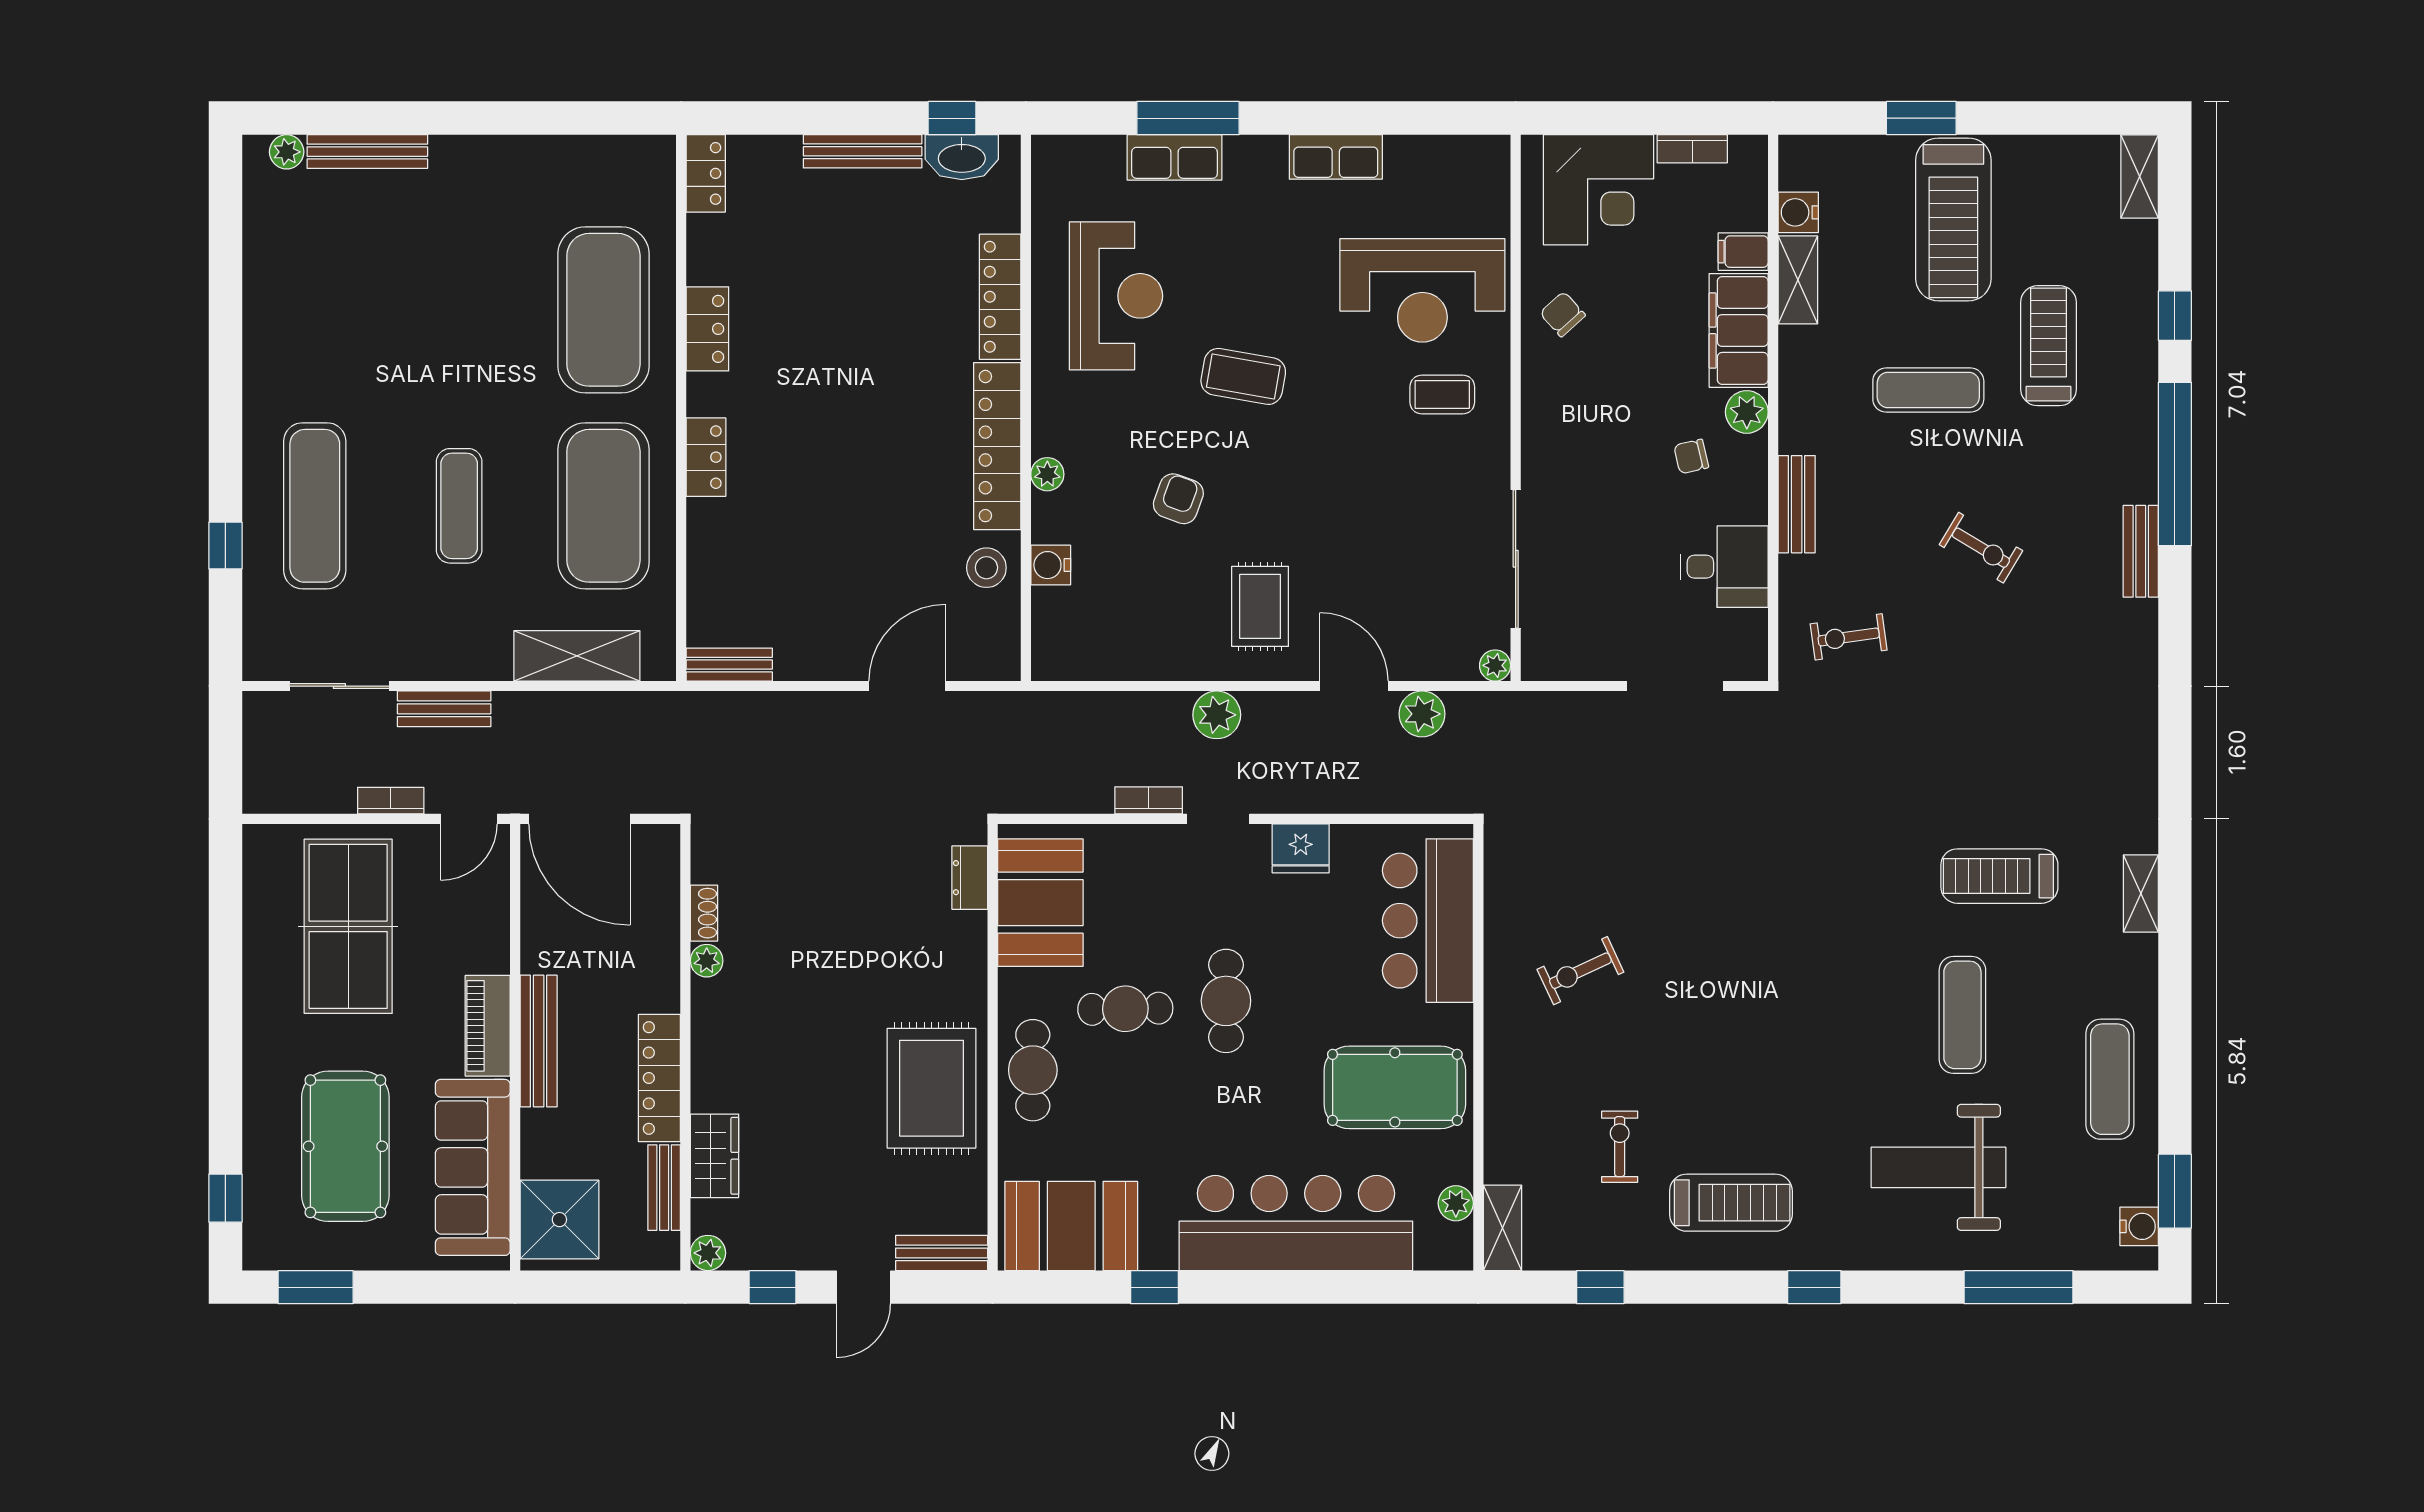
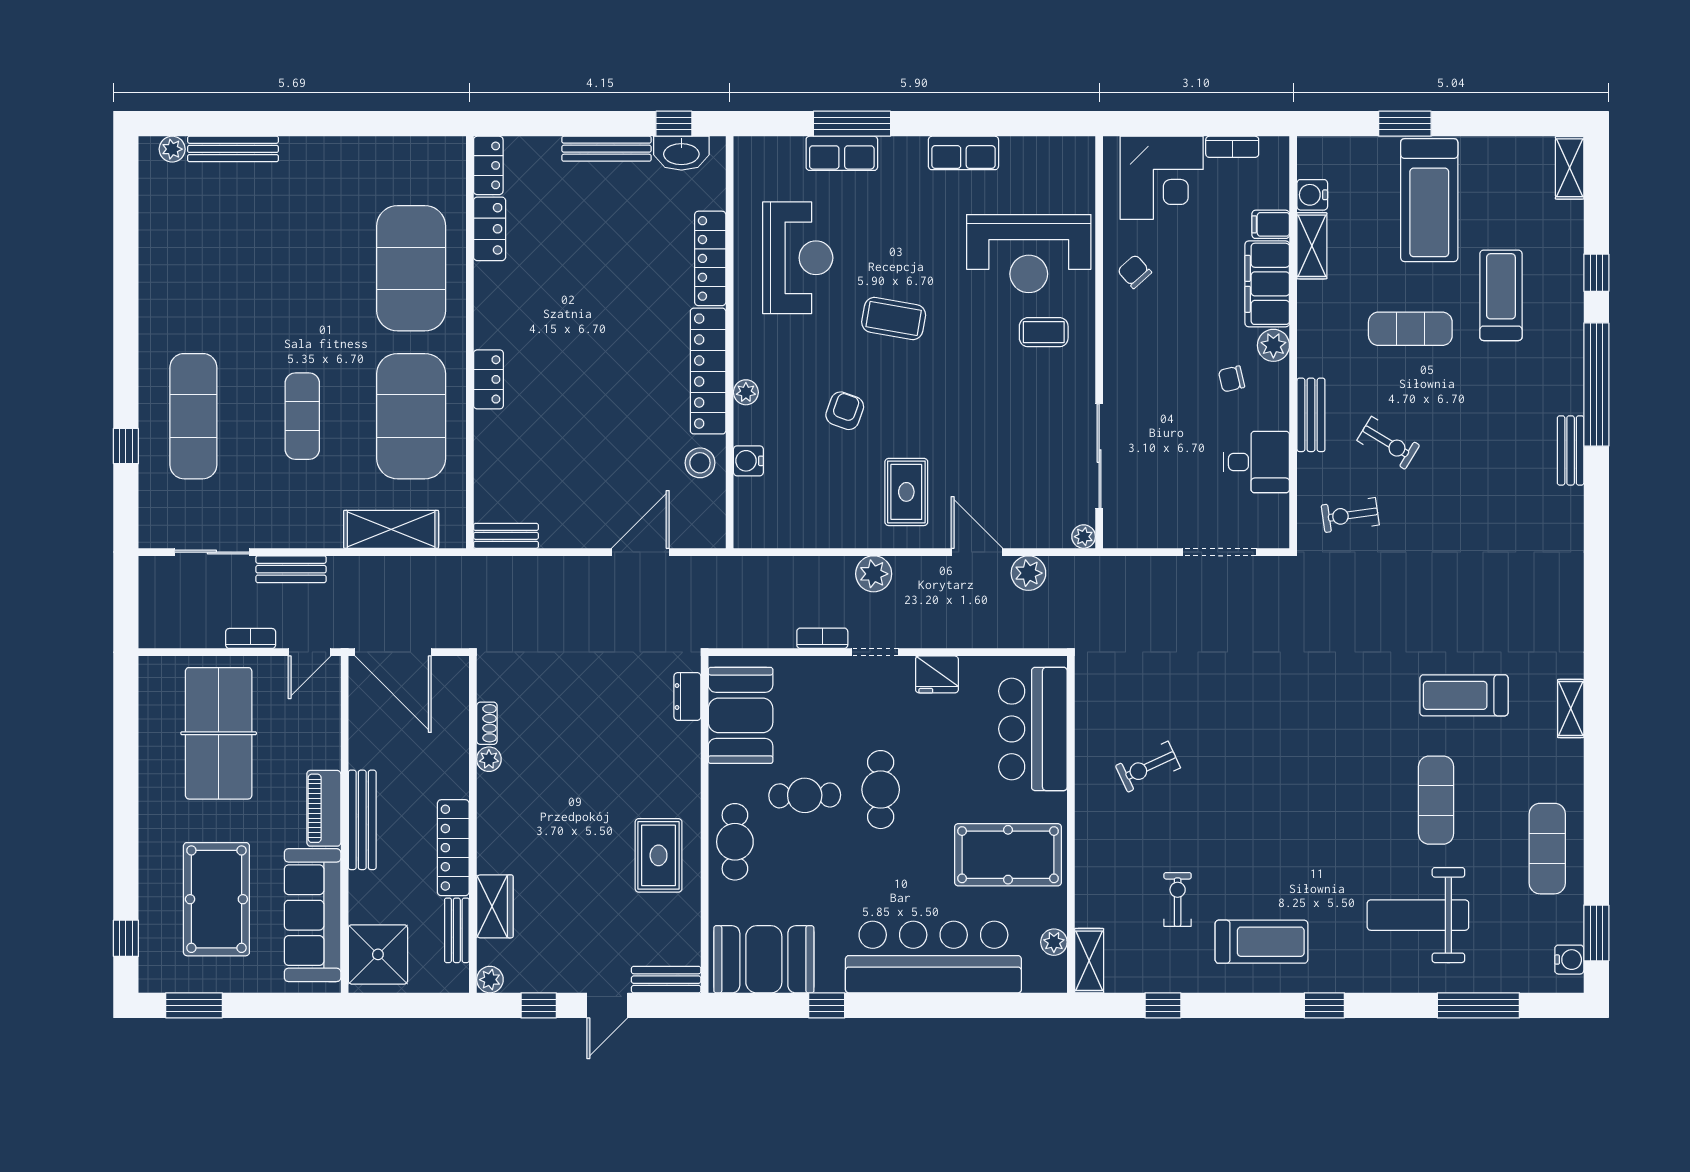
locker: (707, 329) -> (490, 229), moved
exercise bike: (1981, 548) -> (1388, 443), moved
rug: (932, 1088) -> (659, 855), width x0.73, depth x0.70

